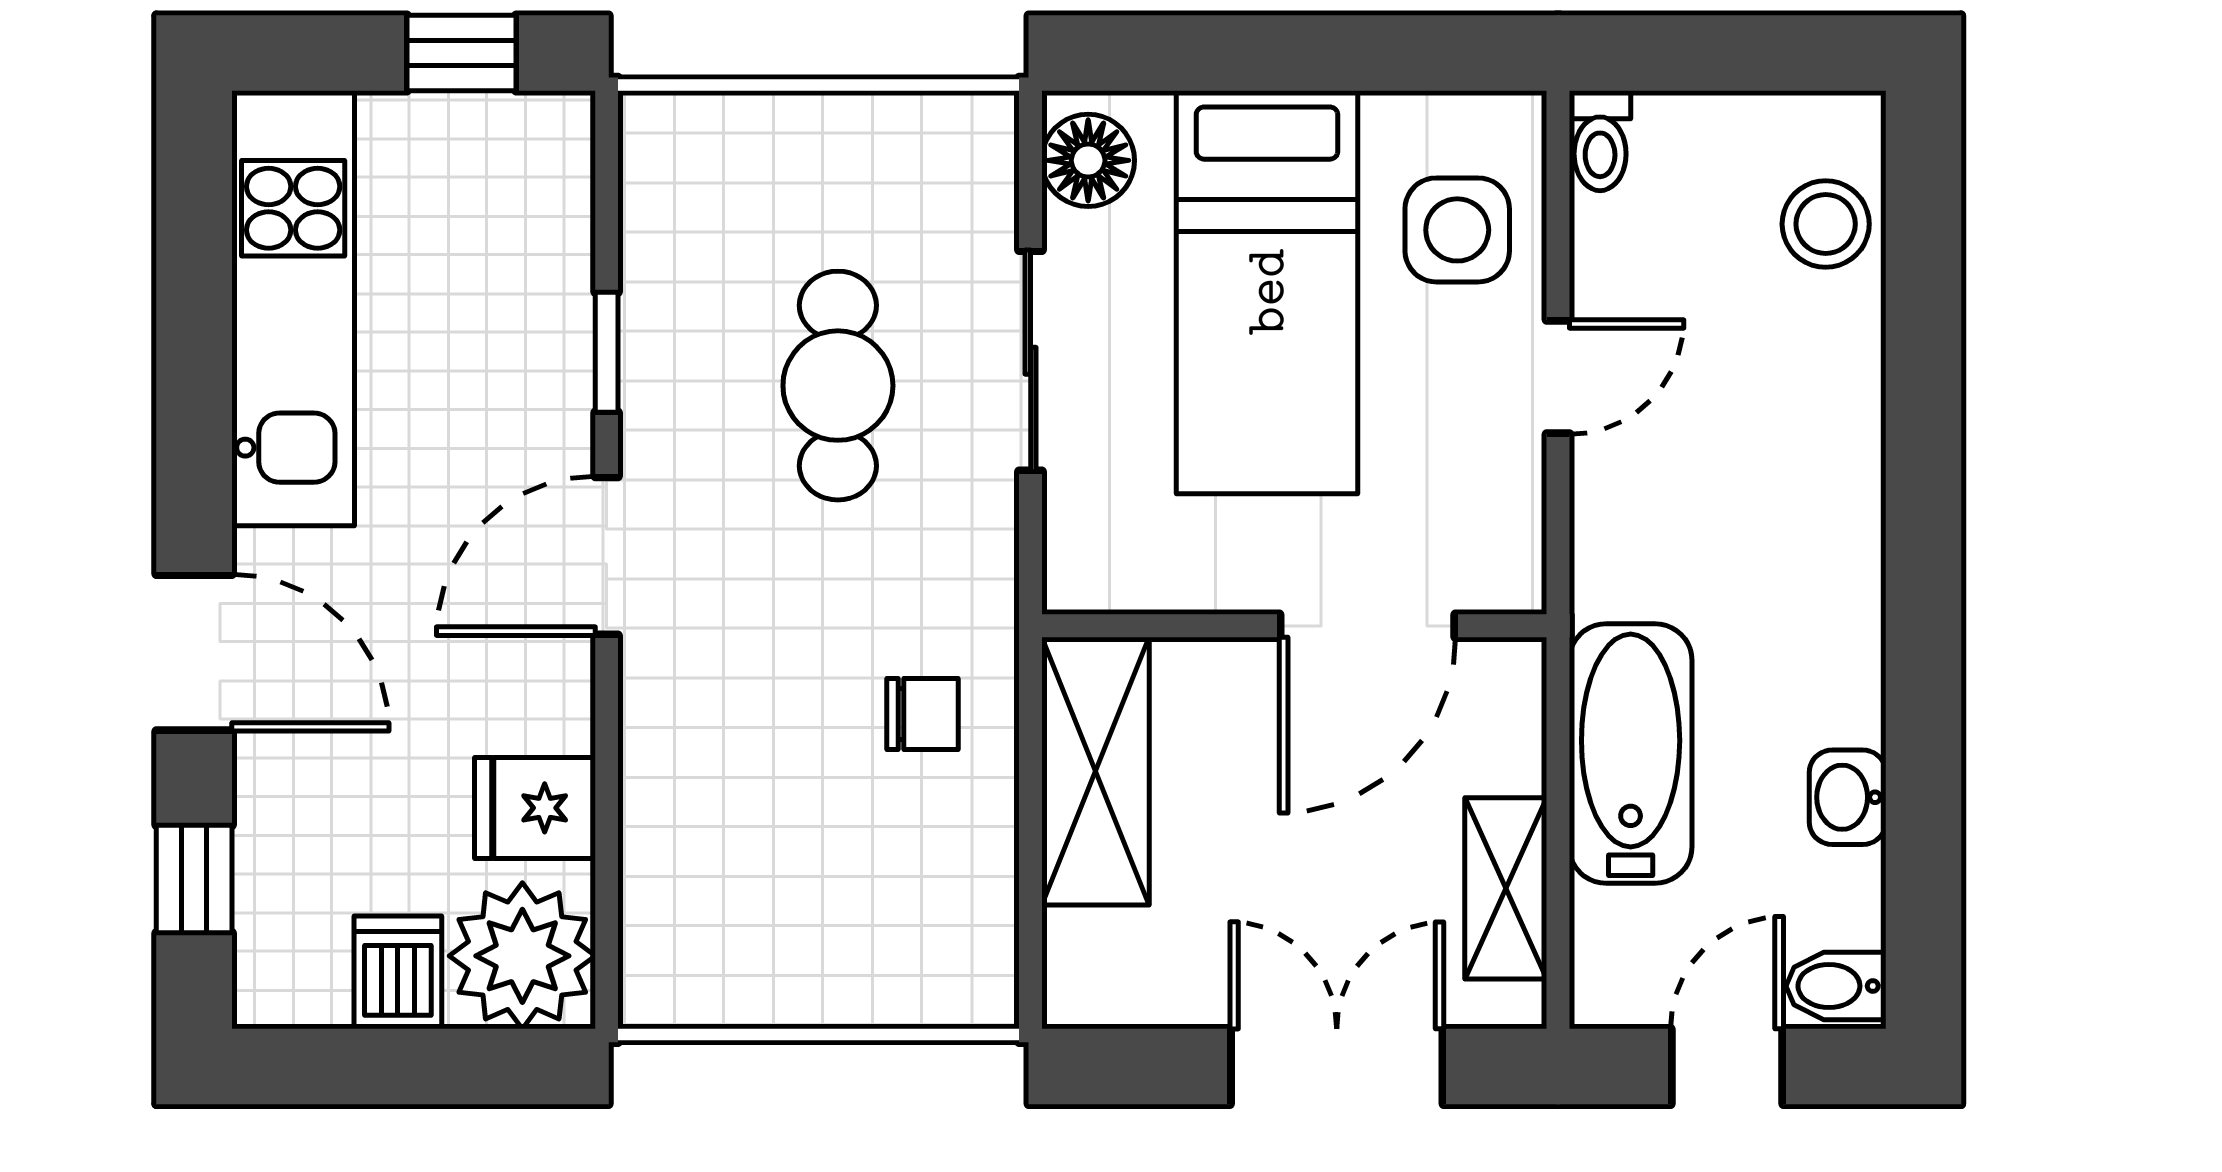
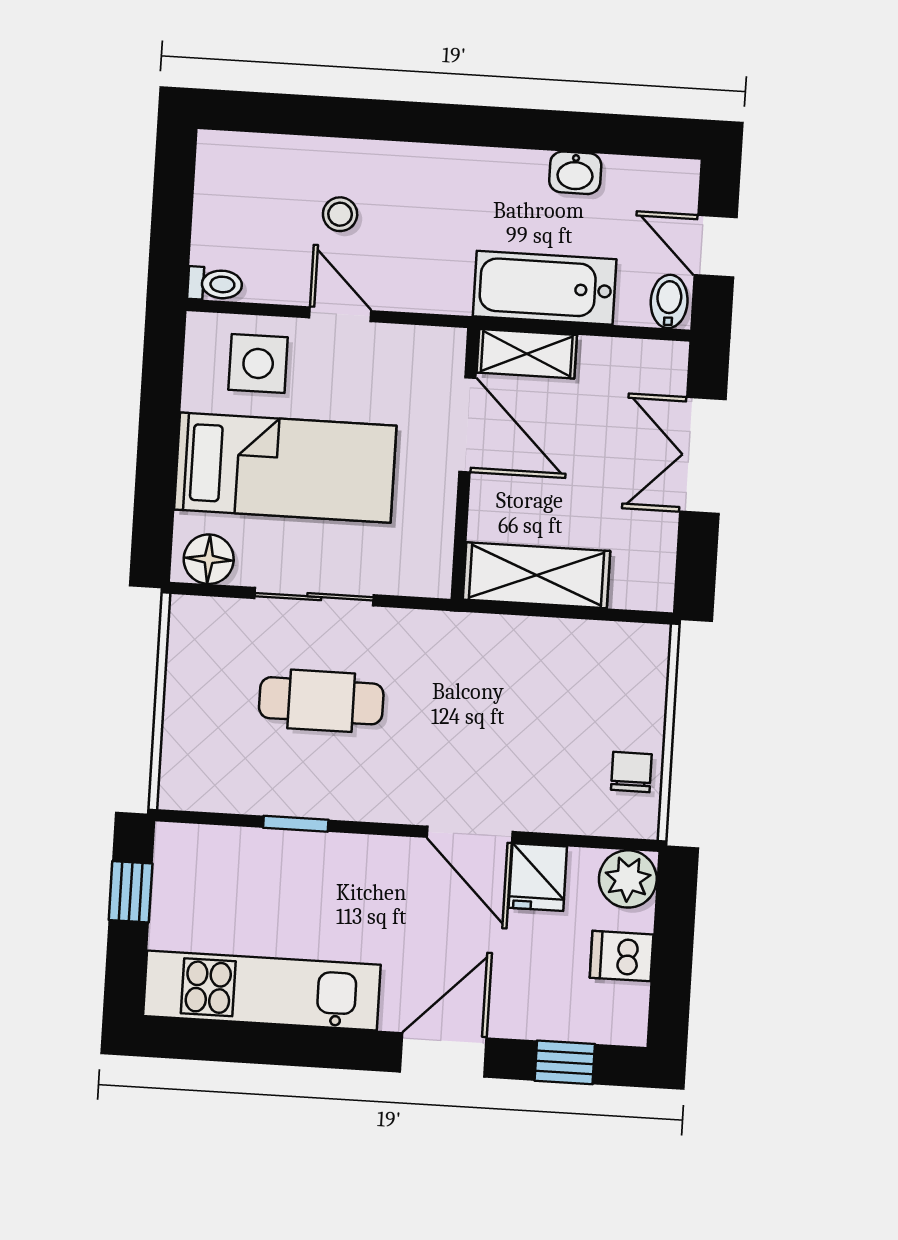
stool: (1826, 224) -> (340, 214), moved, width x0.73, depth x0.73
door: (607, 556) -> (470, 834), moved
chair: (922, 714) -> (631, 772), moved
shelving: (1506, 888) -> (527, 354), moved
plant: (522, 956) -> (628, 879), width x0.73, depth x0.73
bidet: (1836, 986) -> (669, 301), moved, turned 180

